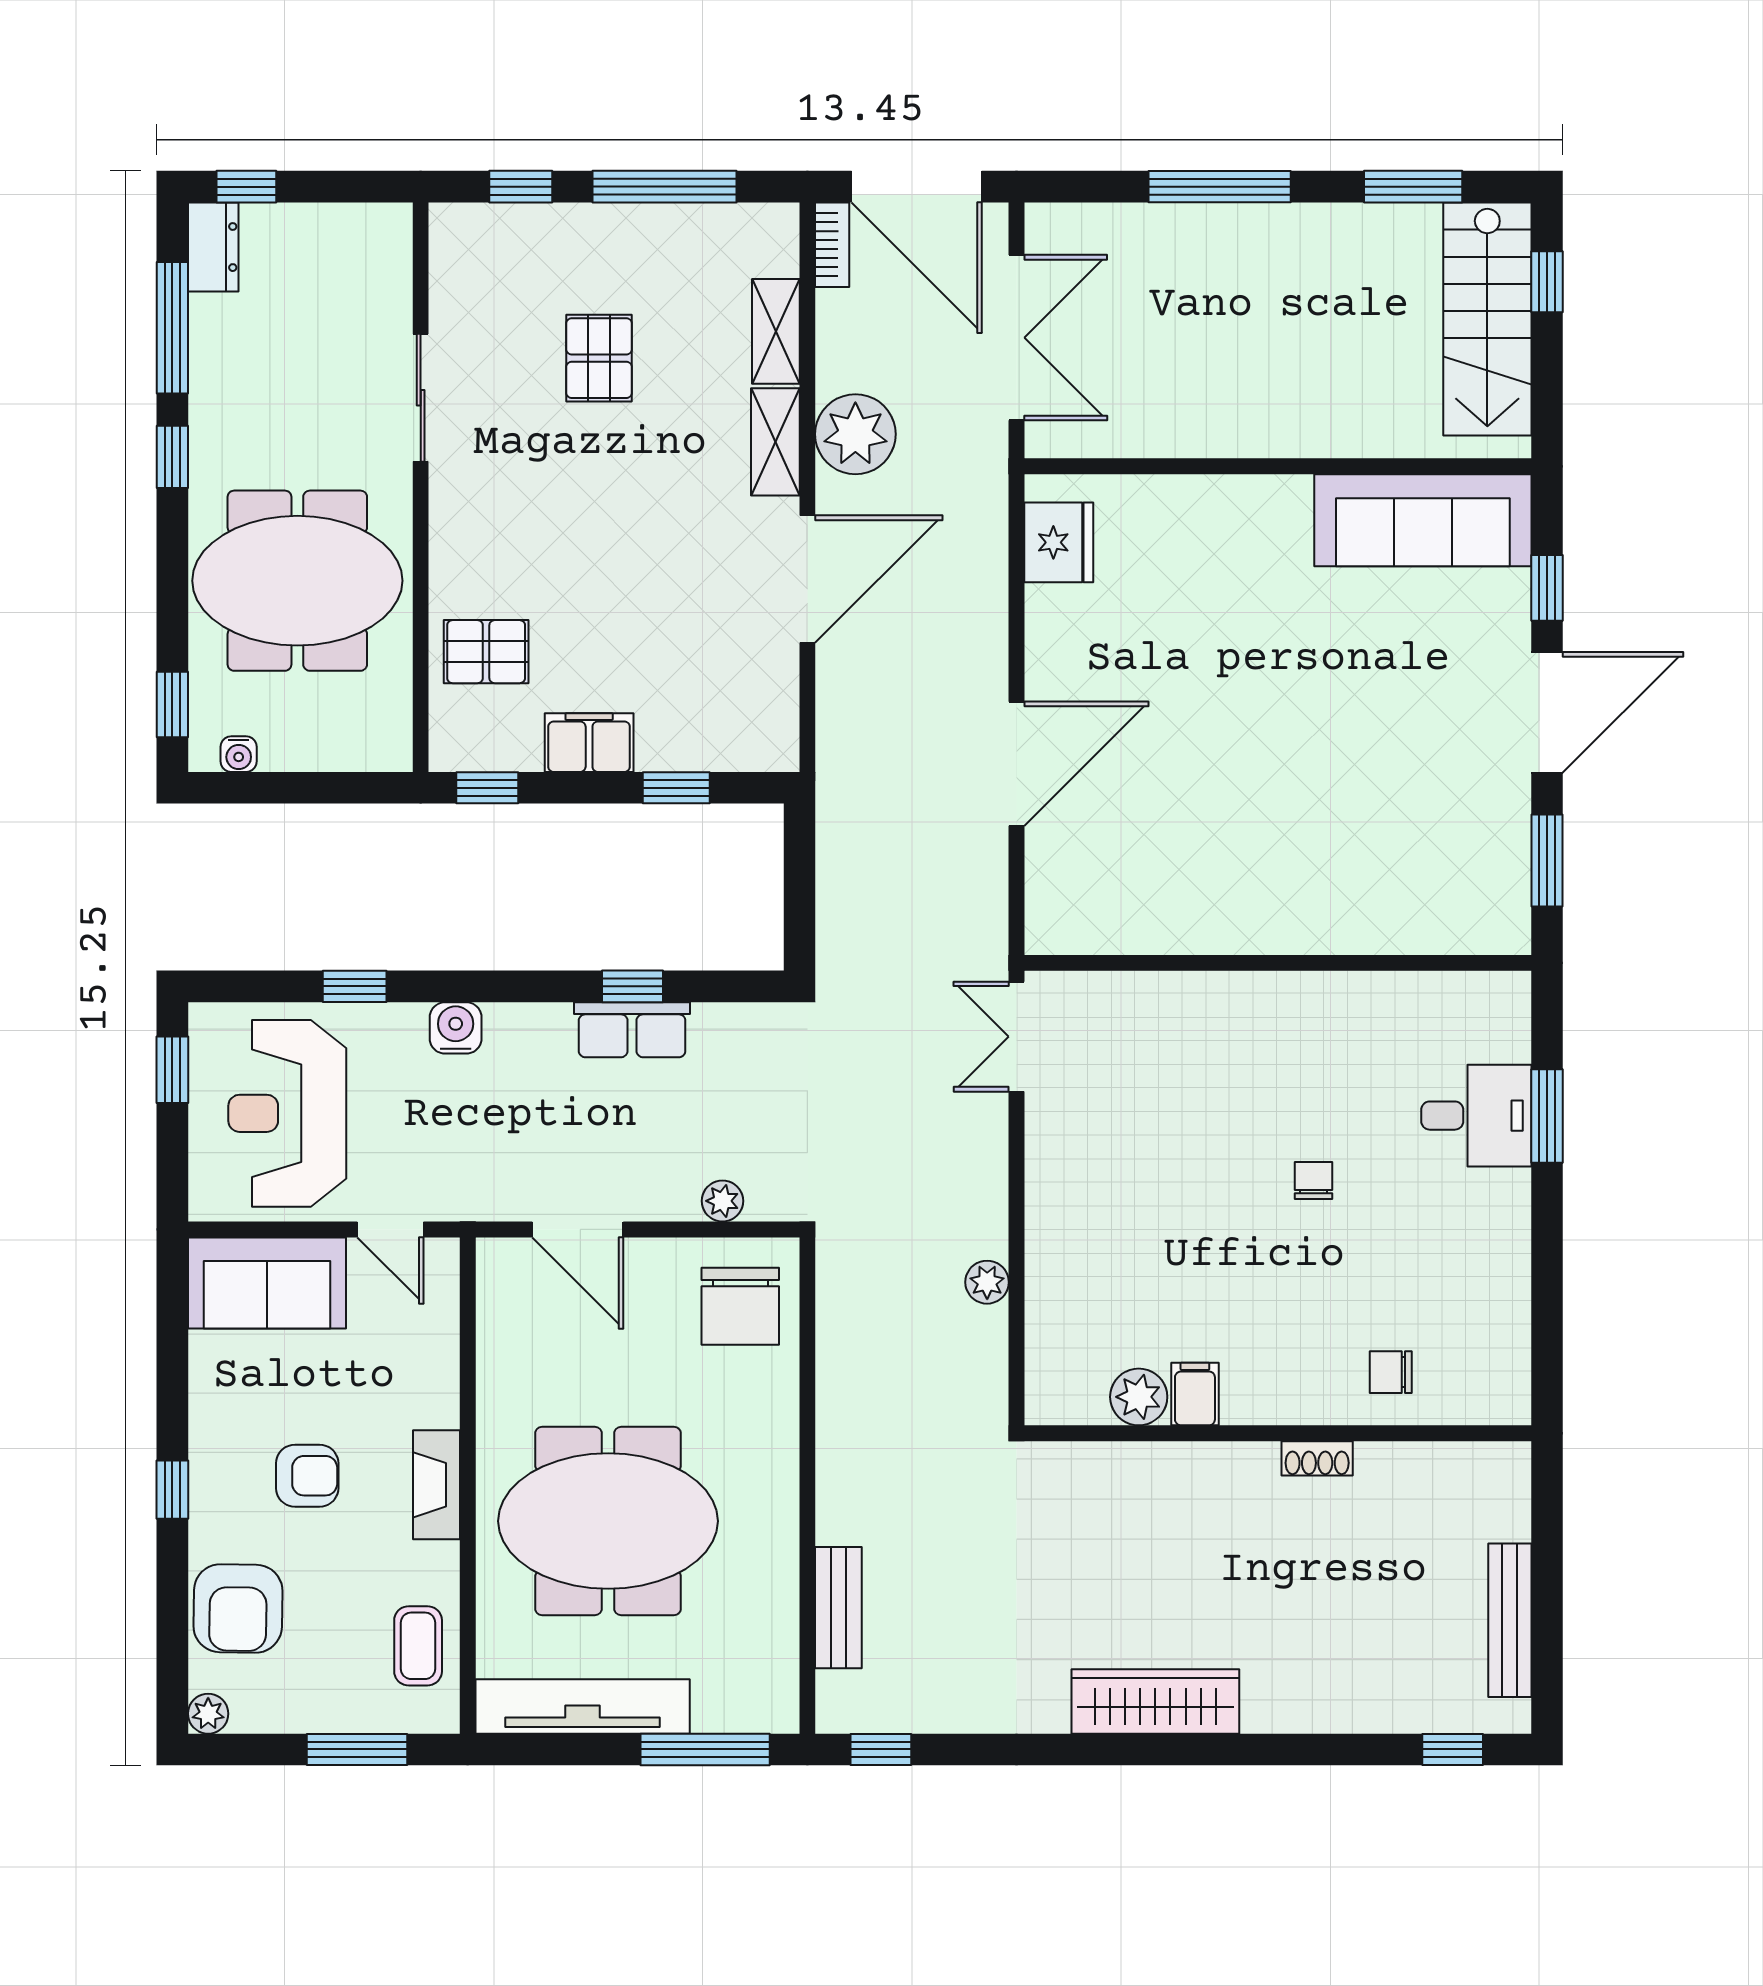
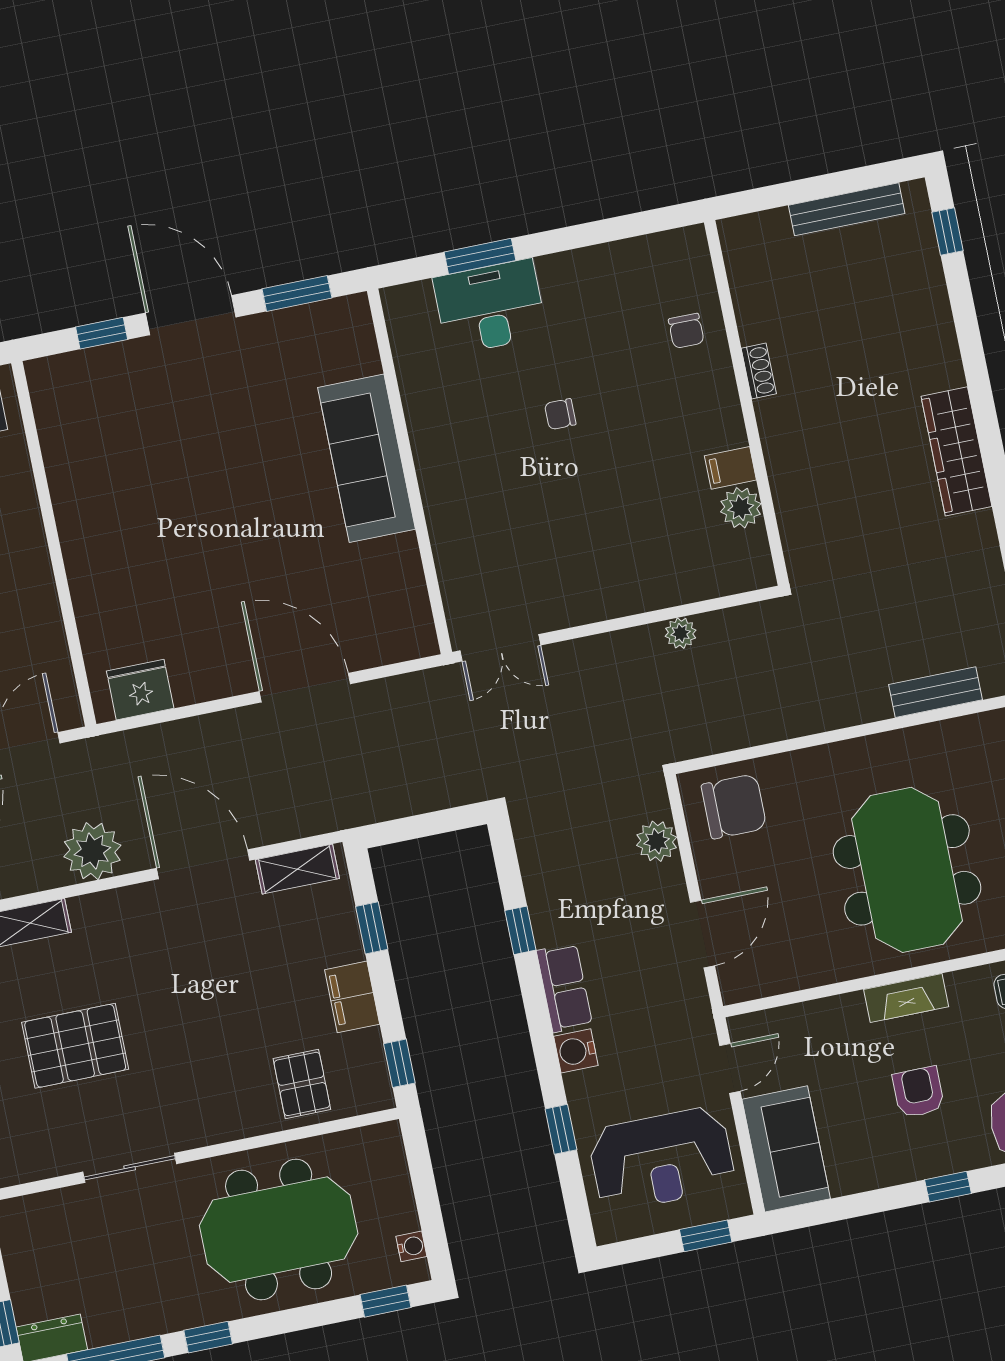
pallet: (599, 358) -> (75, 1046), width x1.50, depth x1.42
shelving: (775, 442) -> (297, 869), moved
sofa: (1423, 520) -> (367, 458), moved, turned 180
meeting table: (297, 581) -> (279, 1230), turned 90
row of seats: (632, 1030) -> (564, 988), moved
window: (172, 1070) -> (706, 1236), moved
desk: (1476, 1116) -> (490, 307), width x1.37
plant: (722, 1201) -> (657, 841), width x1.38, depth x1.38

